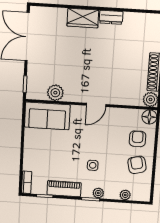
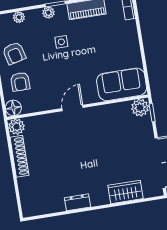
wardrobe: (83, 18) -> (126, 192), moved
plant: (55, 93) -> (140, 108), moved

